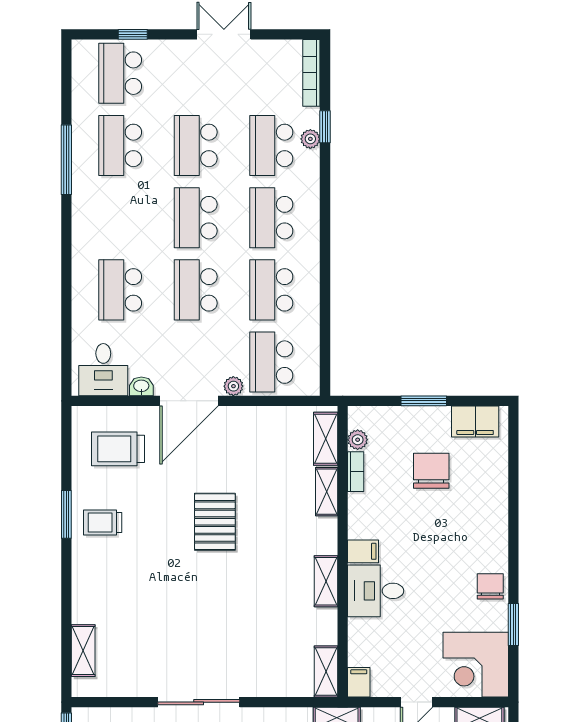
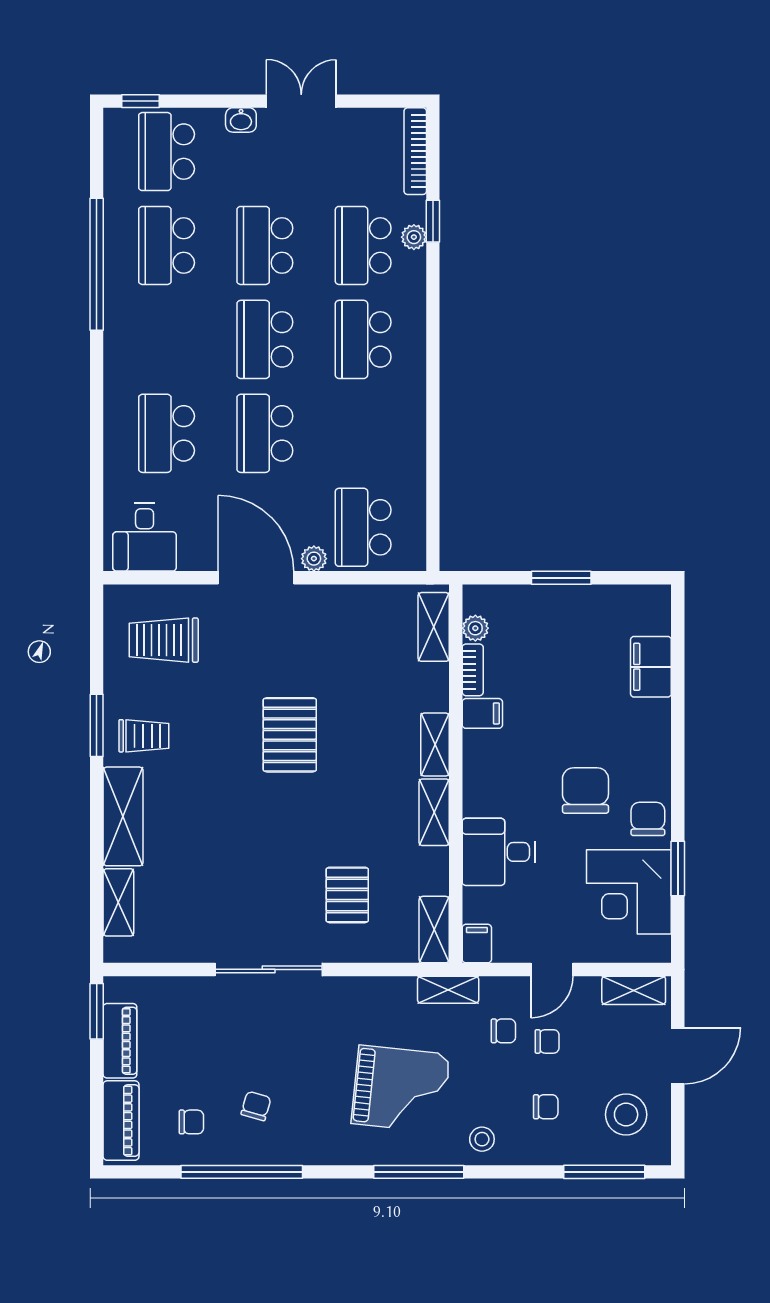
window: (133, 34) -> (140, 101), moved
window: (66, 160) -> (97, 264), width x1.46
school desk: (271, 290) -> (363, 433), removed
washbasin: (141, 386) -> (241, 120), moved, turned 180
door: (189, 401) -> (256, 578), swing flipped
filing cabinet: (475, 422) -> (651, 667), moved, turned 90
chair: (431, 471) -> (585, 791), moved
shelving: (327, 492) -> (435, 745), moved
trolley: (103, 522) -> (144, 736), turned 180
filing cabinet: (363, 551) -> (482, 713), moved
shelving: (87, 584) -> (123, 816), added
desk: (376, 591) -> (499, 852), moved
pallet: (259, 645) -> (347, 895), added
corner desk: (476, 665) -> (629, 892), moved

